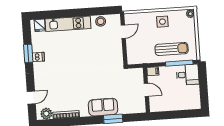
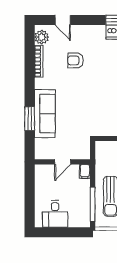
desk: (188, 75) -> (55, 214), moved
armchair: (63, 85) -> (76, 60), added
sofa: (103, 107) -> (45, 114), width x1.36

